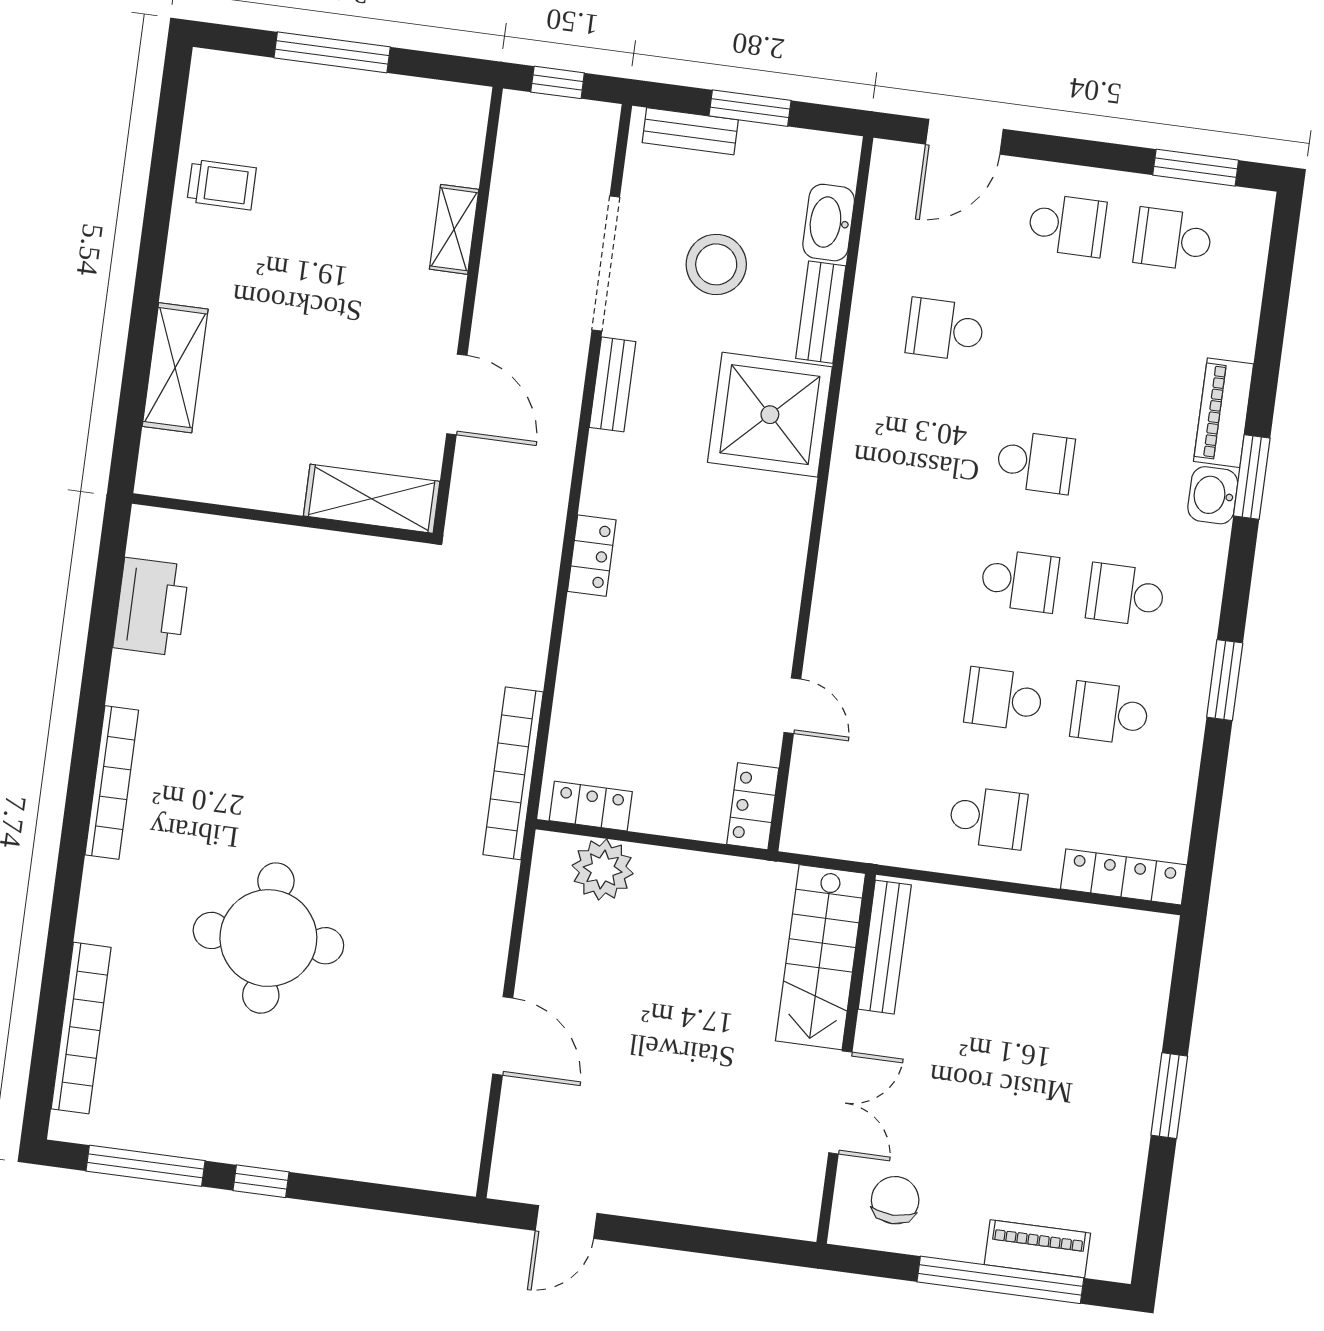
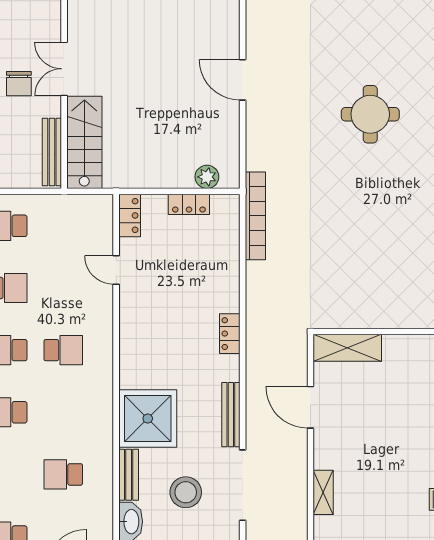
school desk: (945, 330) -> (63, 474), turned 180
bench: (613, 384) -> (231, 415), width x1.36
school desk: (913, 566) -> (63, 350), added
locker: (591, 806) -> (189, 204), moved
plant: (603, 870) -> (207, 177), width x0.73, depth x0.73
round table: (268, 938) -> (370, 114), width x0.73, depth x0.73
chair: (895, 1200) -> (19, 84), moved

